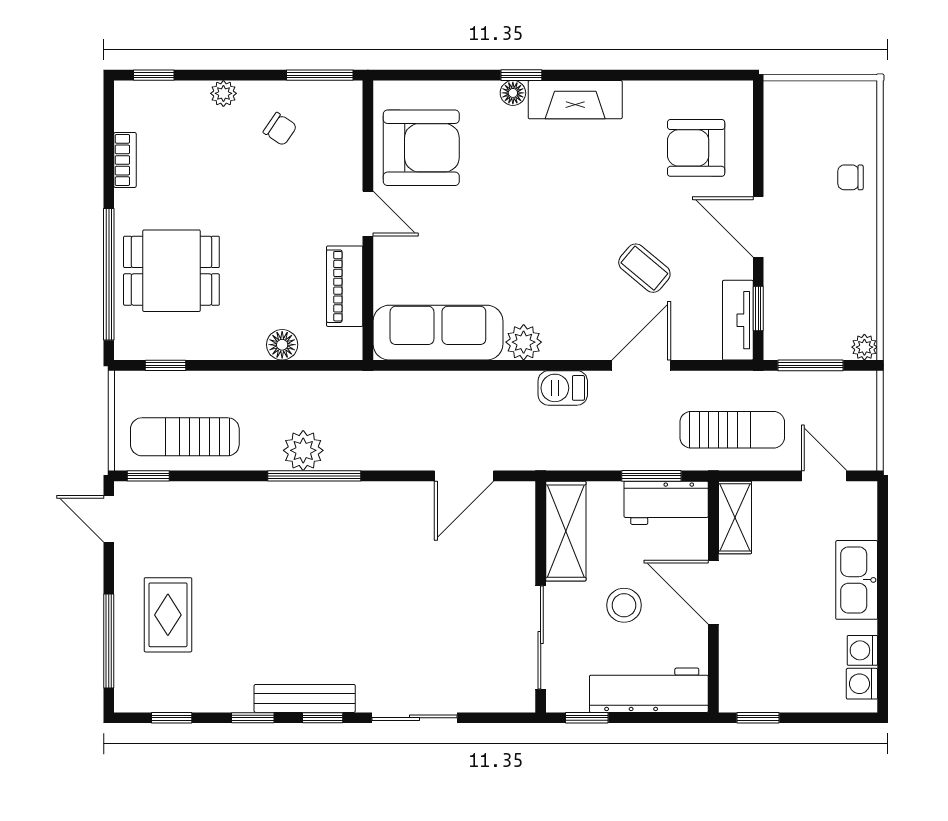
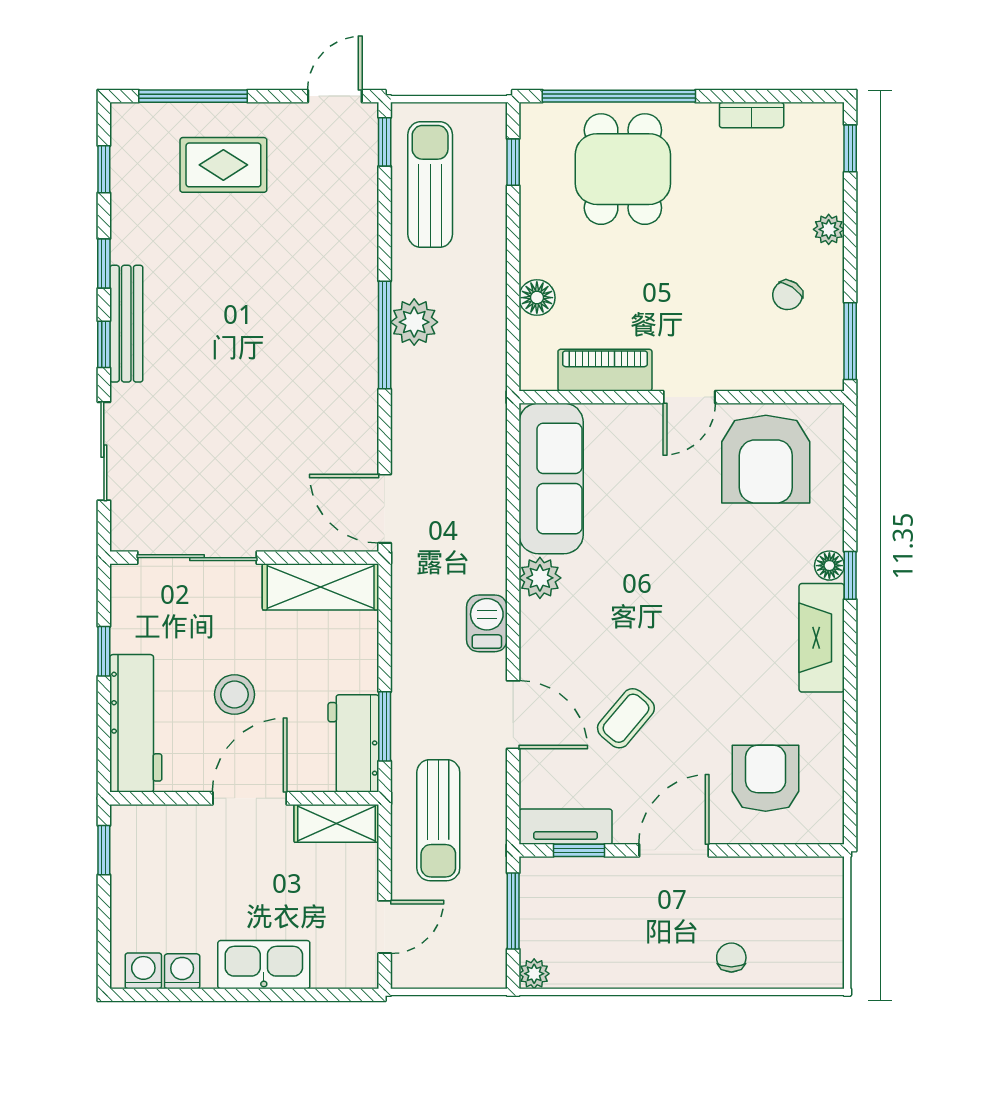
shelving: (566, 531) -> (321, 587), moved
wall: (541, 597) -> (244, 558), moved
sliding door: (541, 638) -> (197, 558), moved

